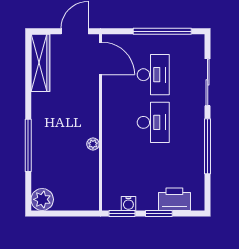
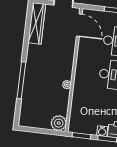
plant: (42, 199) -> (59, 123), moved
water cooler: (128, 204) -> (102, 131), moved

